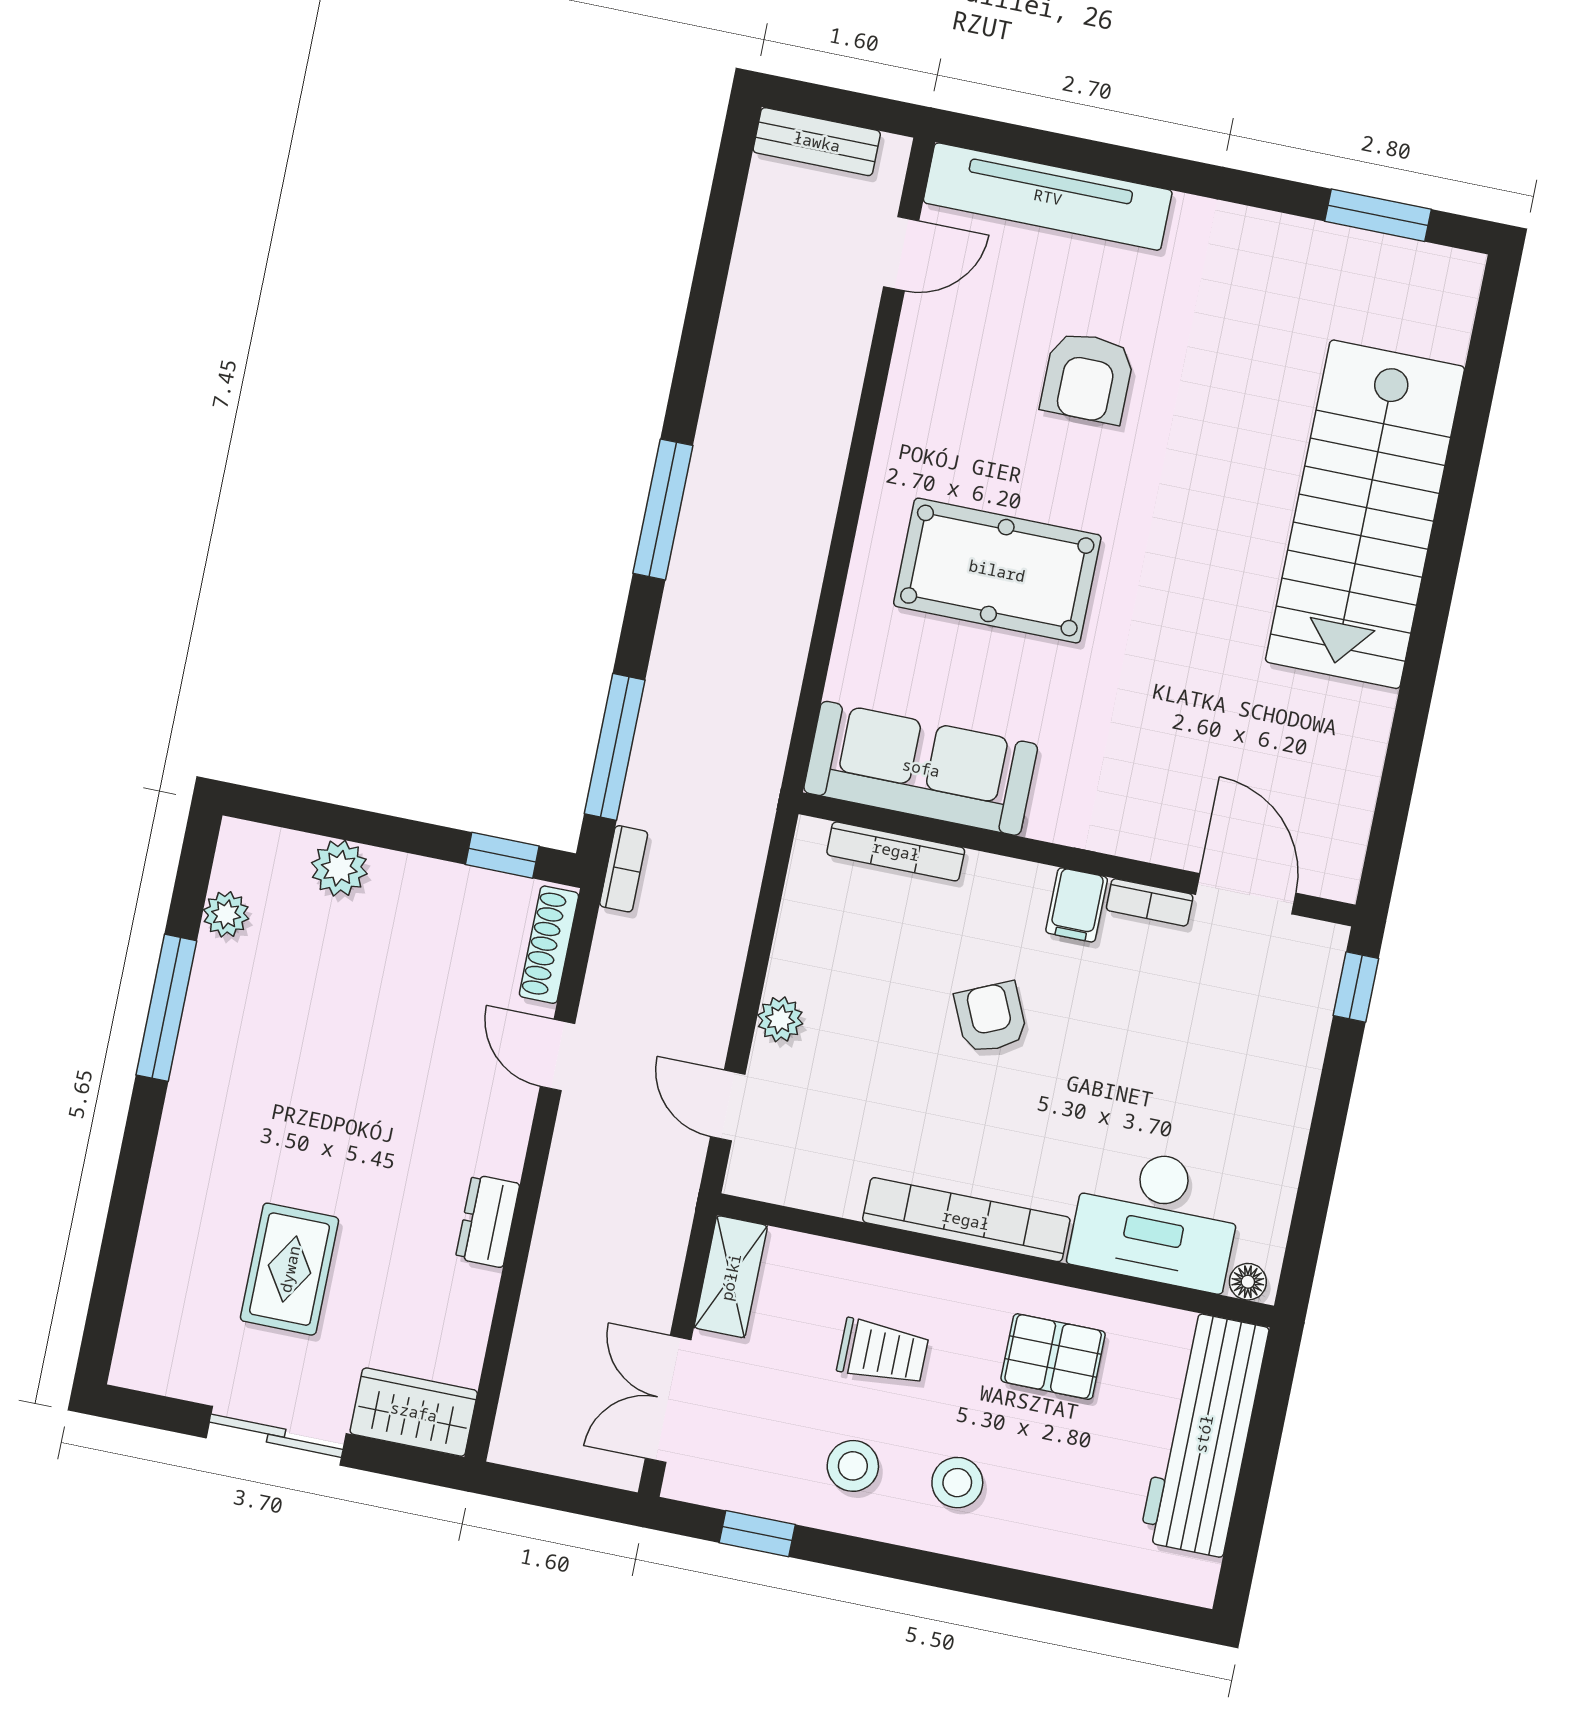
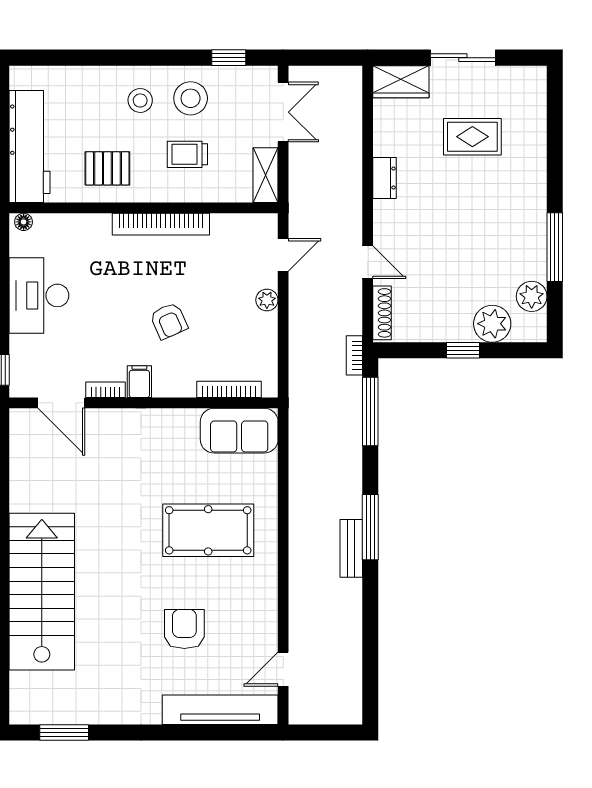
bench: (817, 142) -> (351, 548), moved, turned 90
sofa: (921, 768) -> (239, 431), width x0.73
window: (502, 855) -> (463, 350), moved
plant: (339, 868) -> (492, 324), width x1.36, depth x1.36
plant: (226, 914) -> (532, 296), width x1.38, depth x1.38
door: (728, 1106) -> (283, 255), hinge flipped
desk: (1156, 1218) -> (39, 295), moved, turned -90
rug: (290, 1269) -> (472, 137), turned 90
stool: (853, 1466) -> (191, 98), width x1.38, depth x1.38

